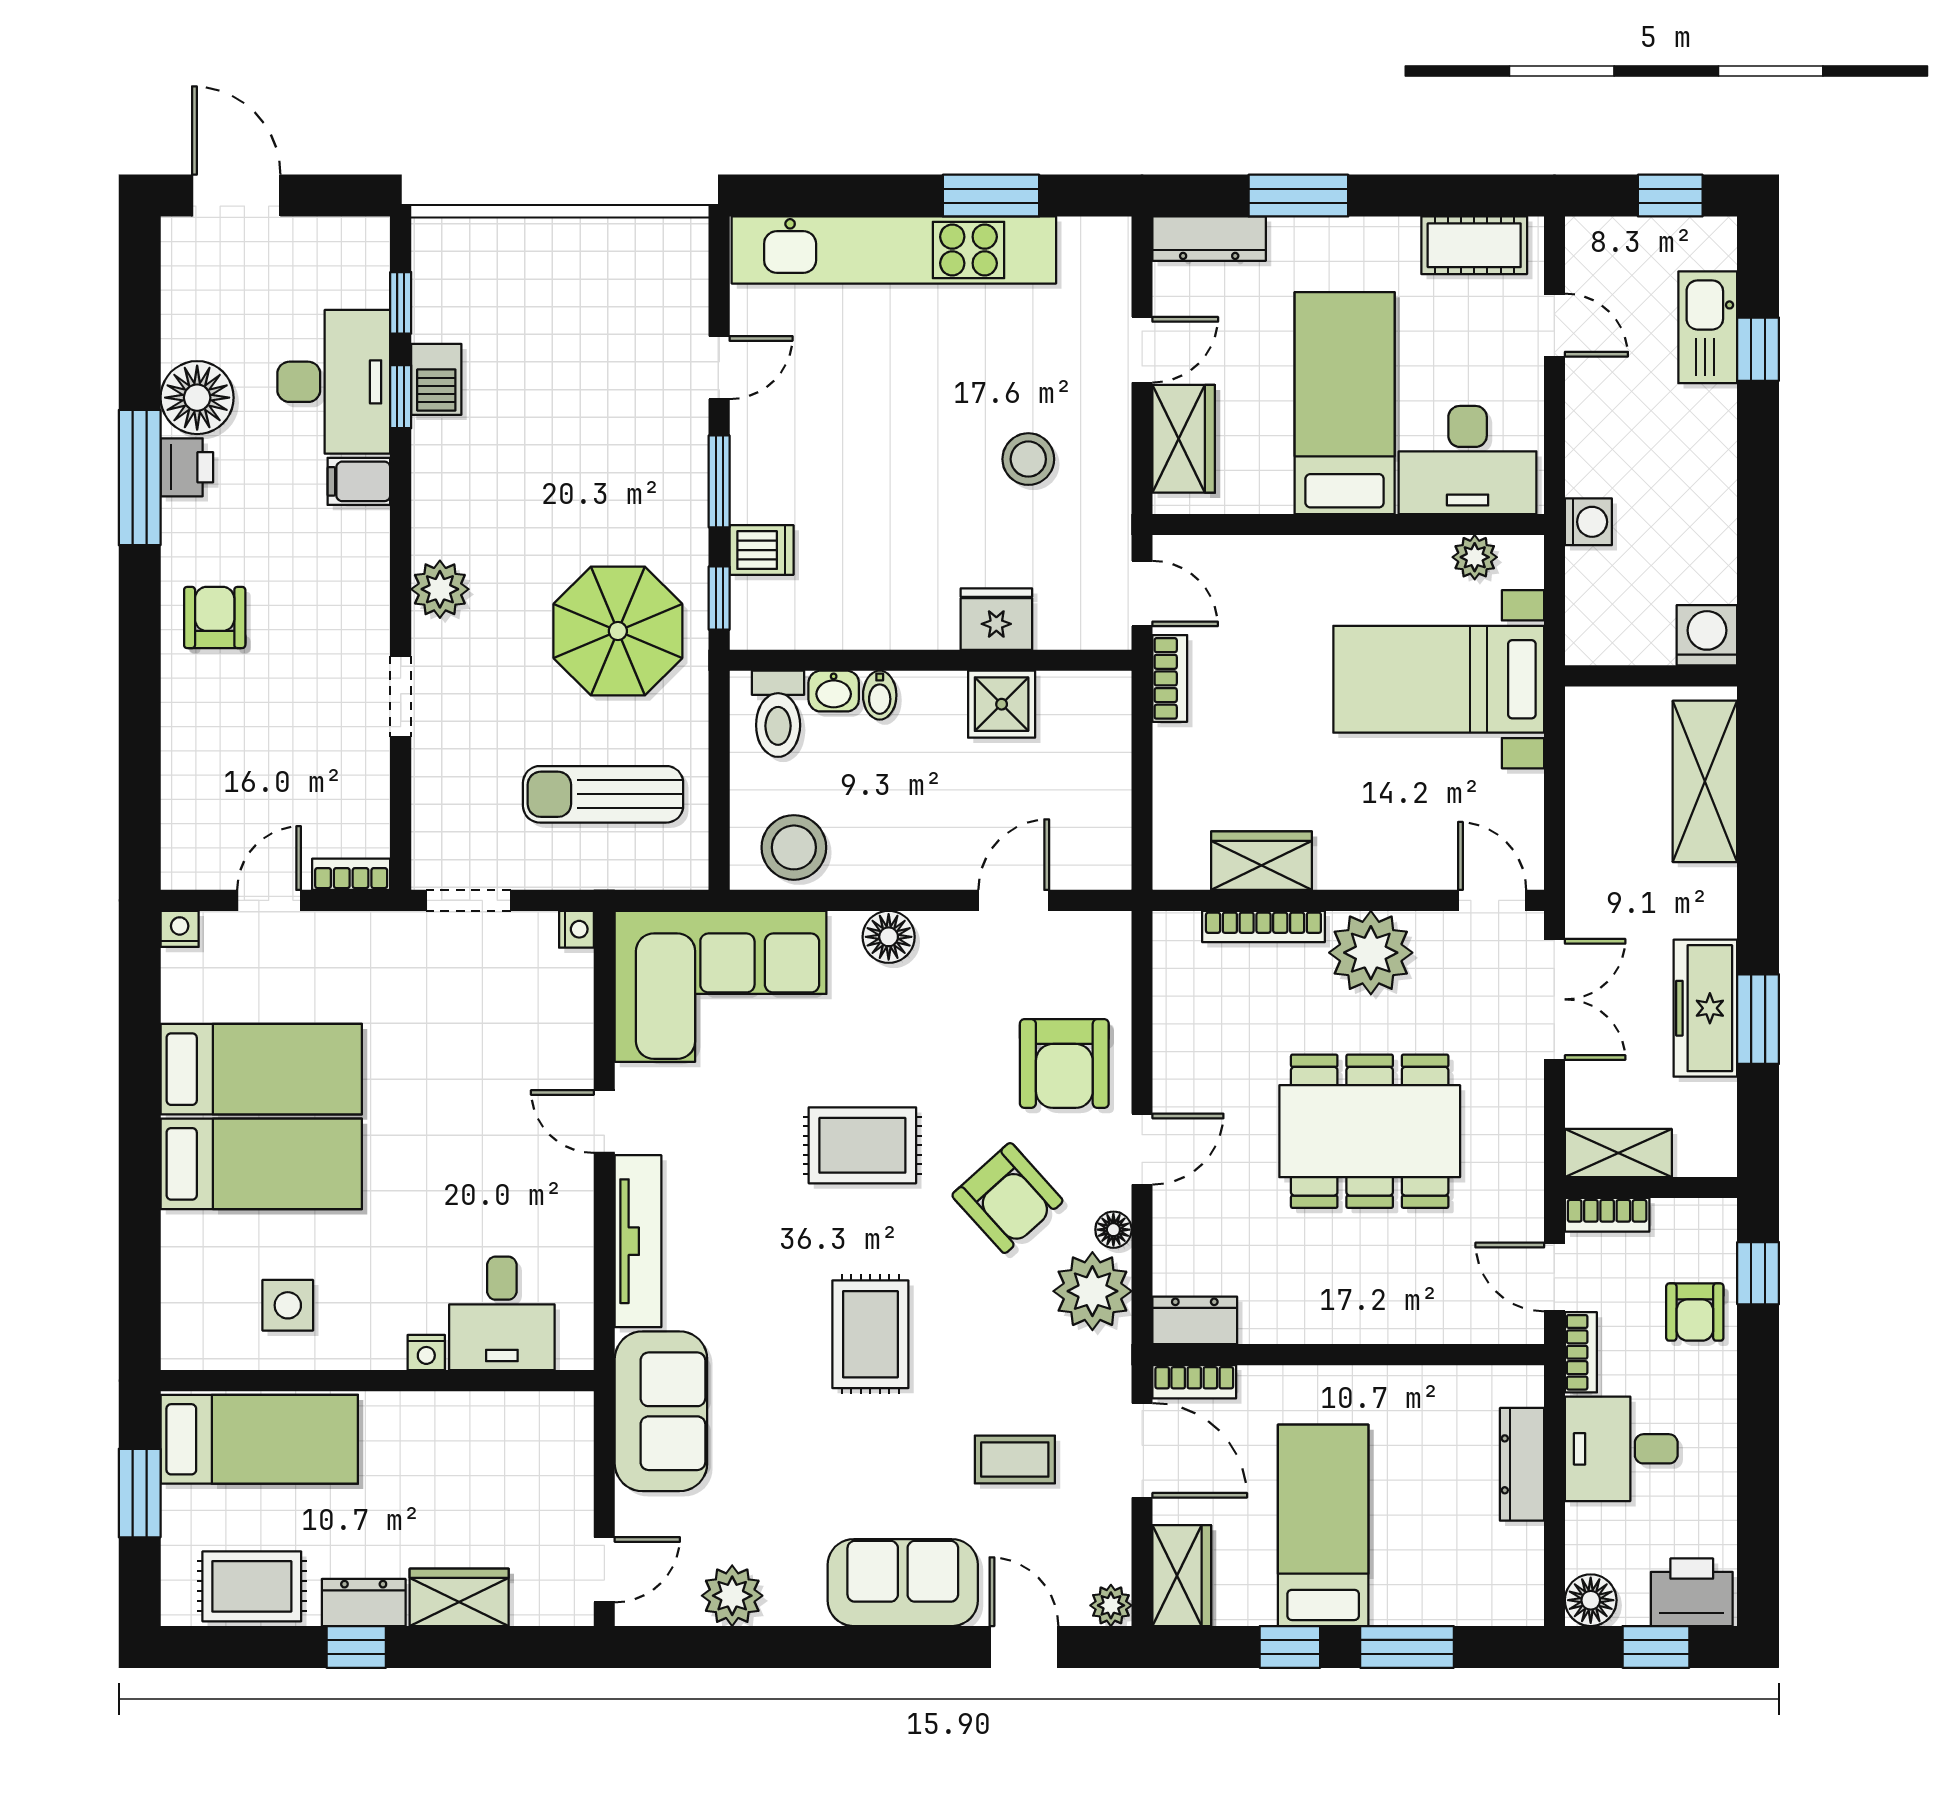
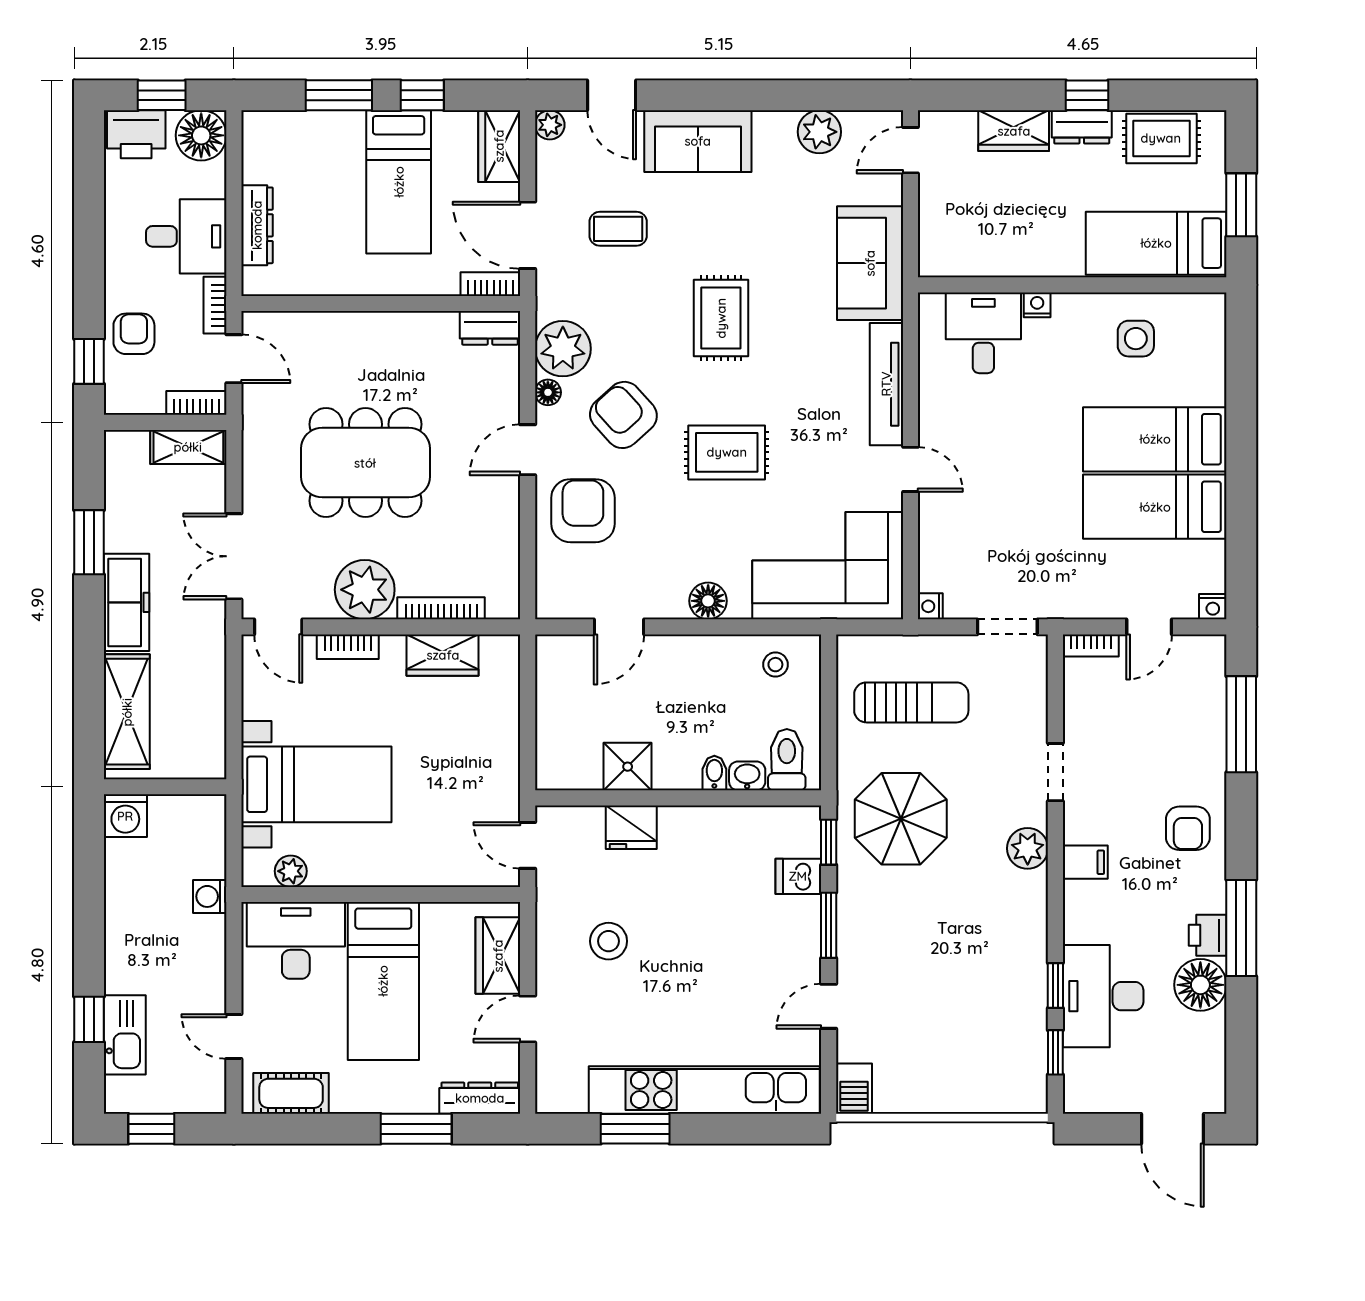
barbecue: (436, 379) -> (854, 1089), moved, turned 180
filing cabinet: (359, 481) -> (1085, 862), moved
bookcase: (1170, 678) -> (348, 647), moved, turned -90
window: (140, 764) -> (1241, 724), added
stool: (794, 847) -> (775, 665), width x0.53, depth x0.53
freezer: (1705, 1008) -> (126, 602), moved
floor lamp: (1591, 1600) -> (201, 135), width x1.38, depth x1.38

